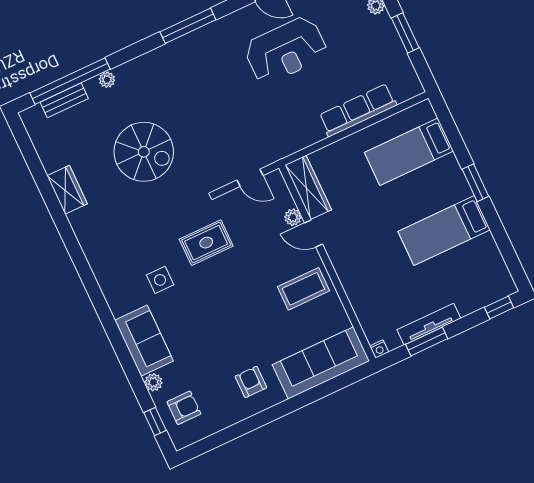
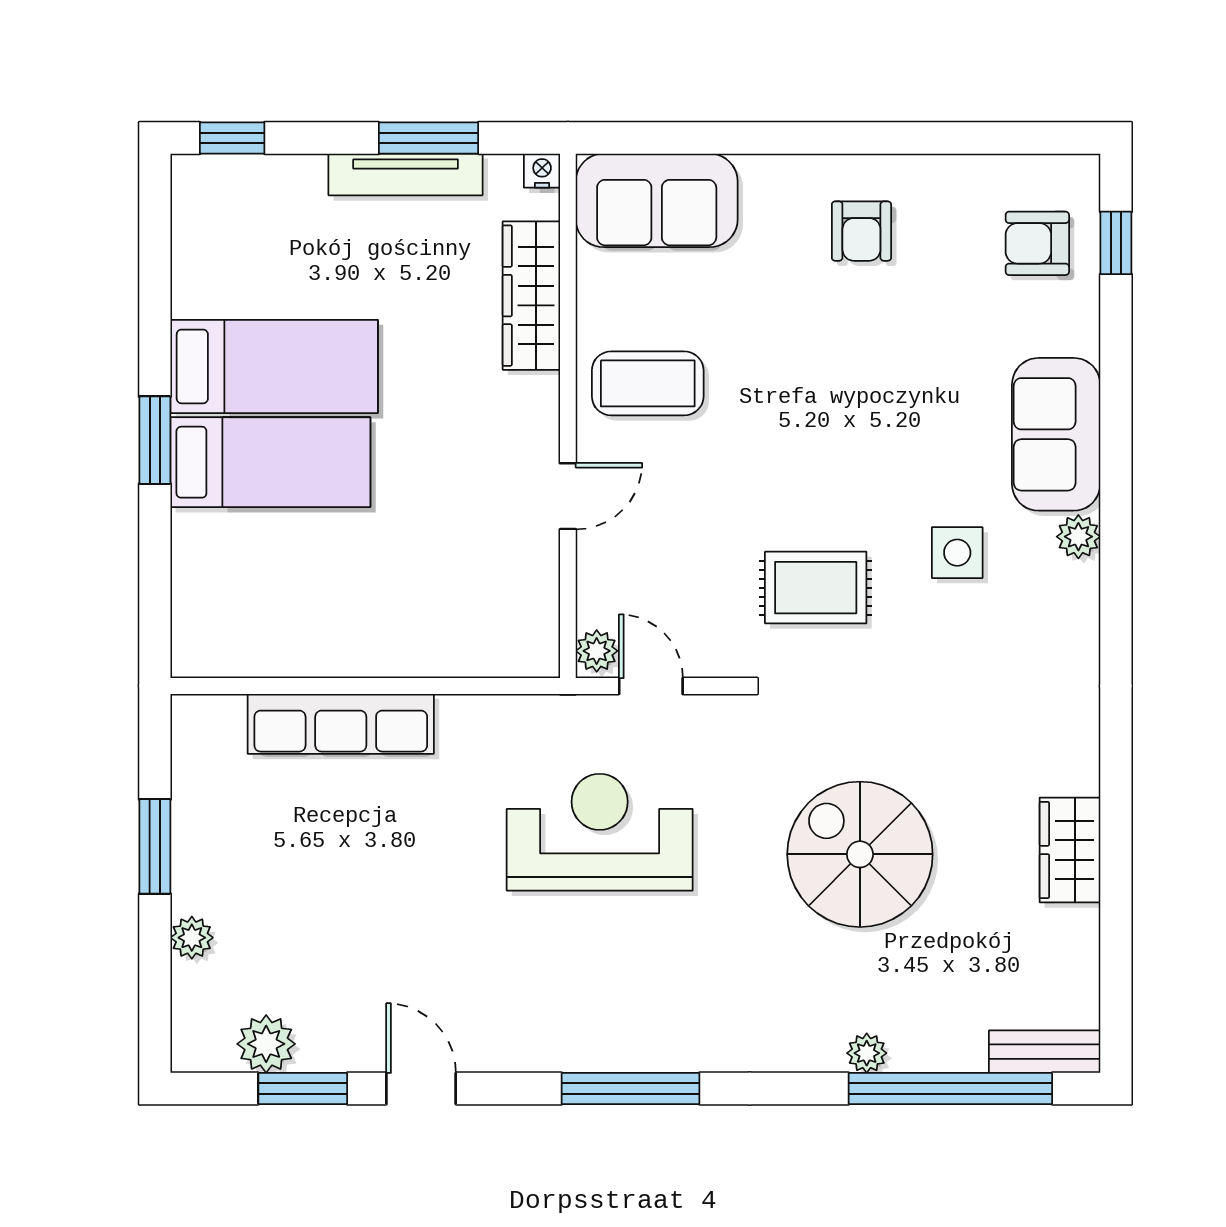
reception desk: (286, 50) -> (600, 832), moved
bench: (64, 100) -> (1045, 1052), moved
bed: (409, 152) -> (270, 462), moved
wardrobe: (308, 187) -> (531, 296), moved
plant: (293, 217) -> (597, 651), moved
door: (313, 233) -> (568, 496), hinge flipped
sofa: (321, 363) -> (657, 200), width x0.73
plant: (153, 382) -> (1078, 537), moved

